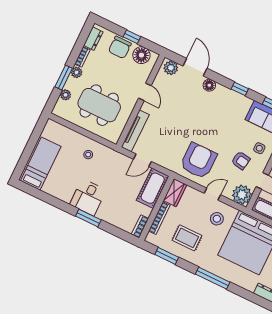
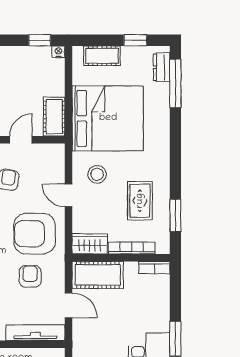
armchair: (173, 145) -> (30, 276), added
plant: (242, 195) -> (51, 157), removed
window: (213, 278) -> (175, 83), moved

